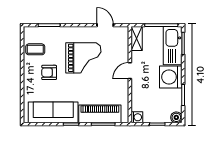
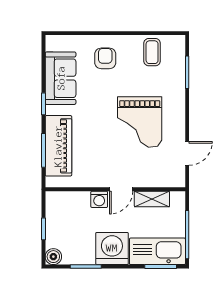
shelving: (137, 38) -> (152, 199), moved
door: (130, 71) -> (121, 189), swing flipped
armchair: (49, 72) -> (105, 58), moved
sofa: (53, 112) -> (61, 78), width x0.73
washing machine: (137, 117) -> (99, 199), moved

